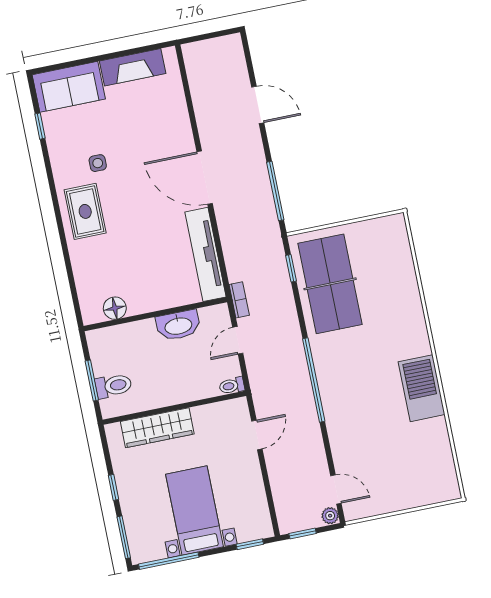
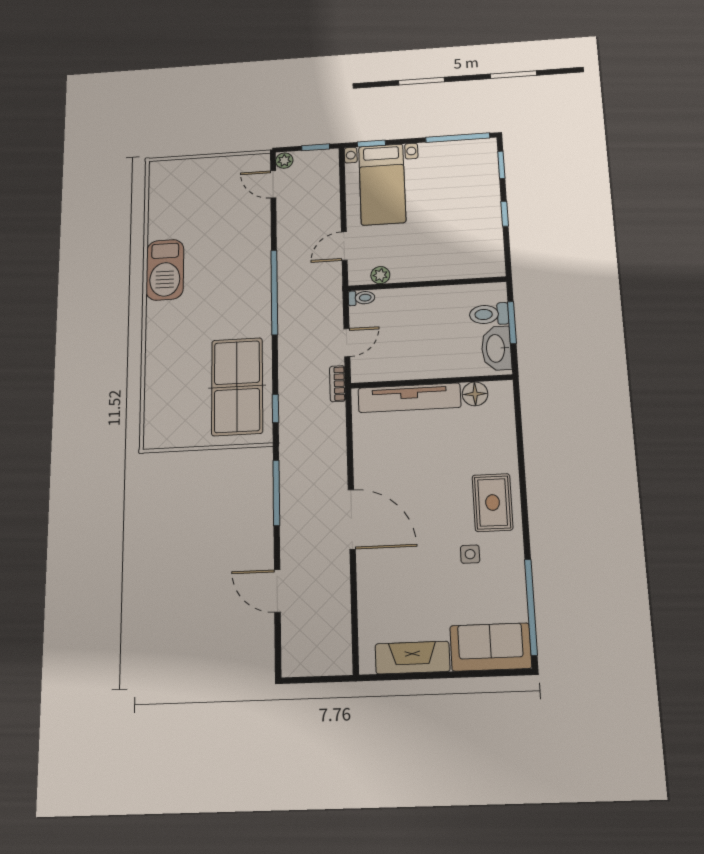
window: (40, 126) -> (531, 607), width x3.17
tv unit: (206, 254) -> (409, 398), moved, turned 90
washbasin: (178, 325) -> (496, 348), moved, turned -90
plant: (218, 410) -> (380, 275), added
wardrobe: (157, 428) -> (448, 266), removed
bed with nightstands: (194, 510) -> (382, 184), moved
window: (124, 537) -> (501, 165), width x0.67

